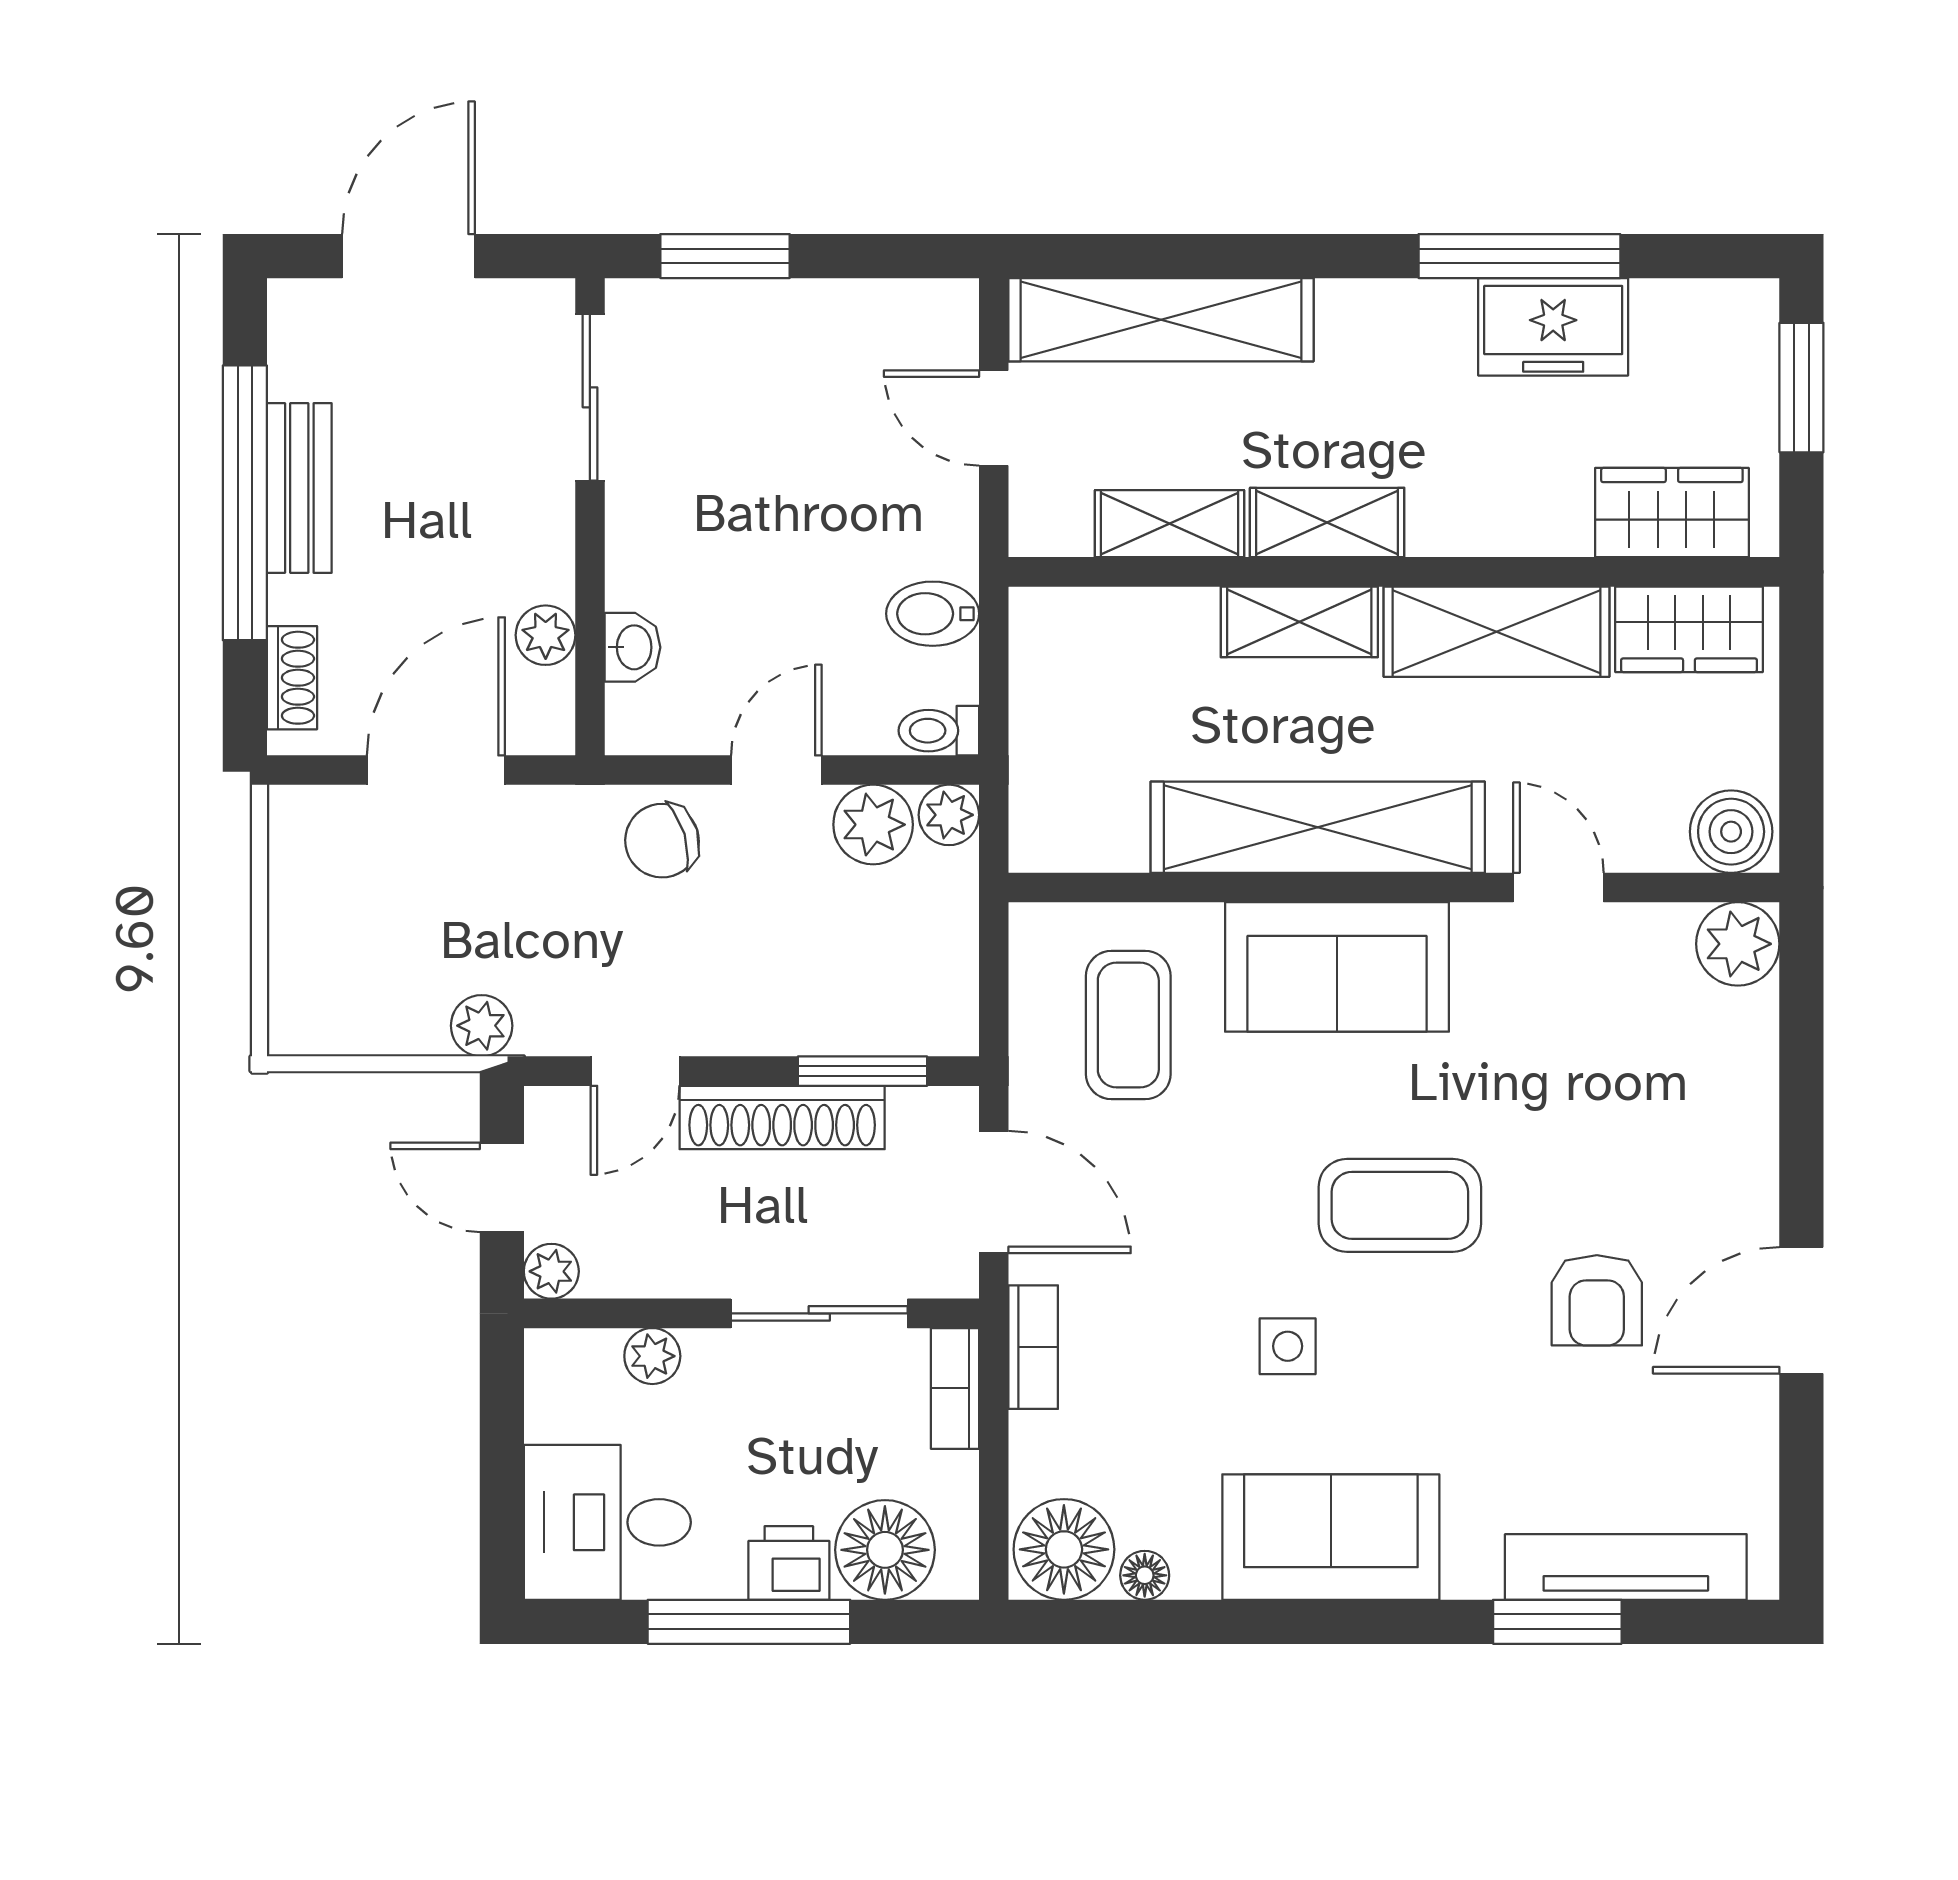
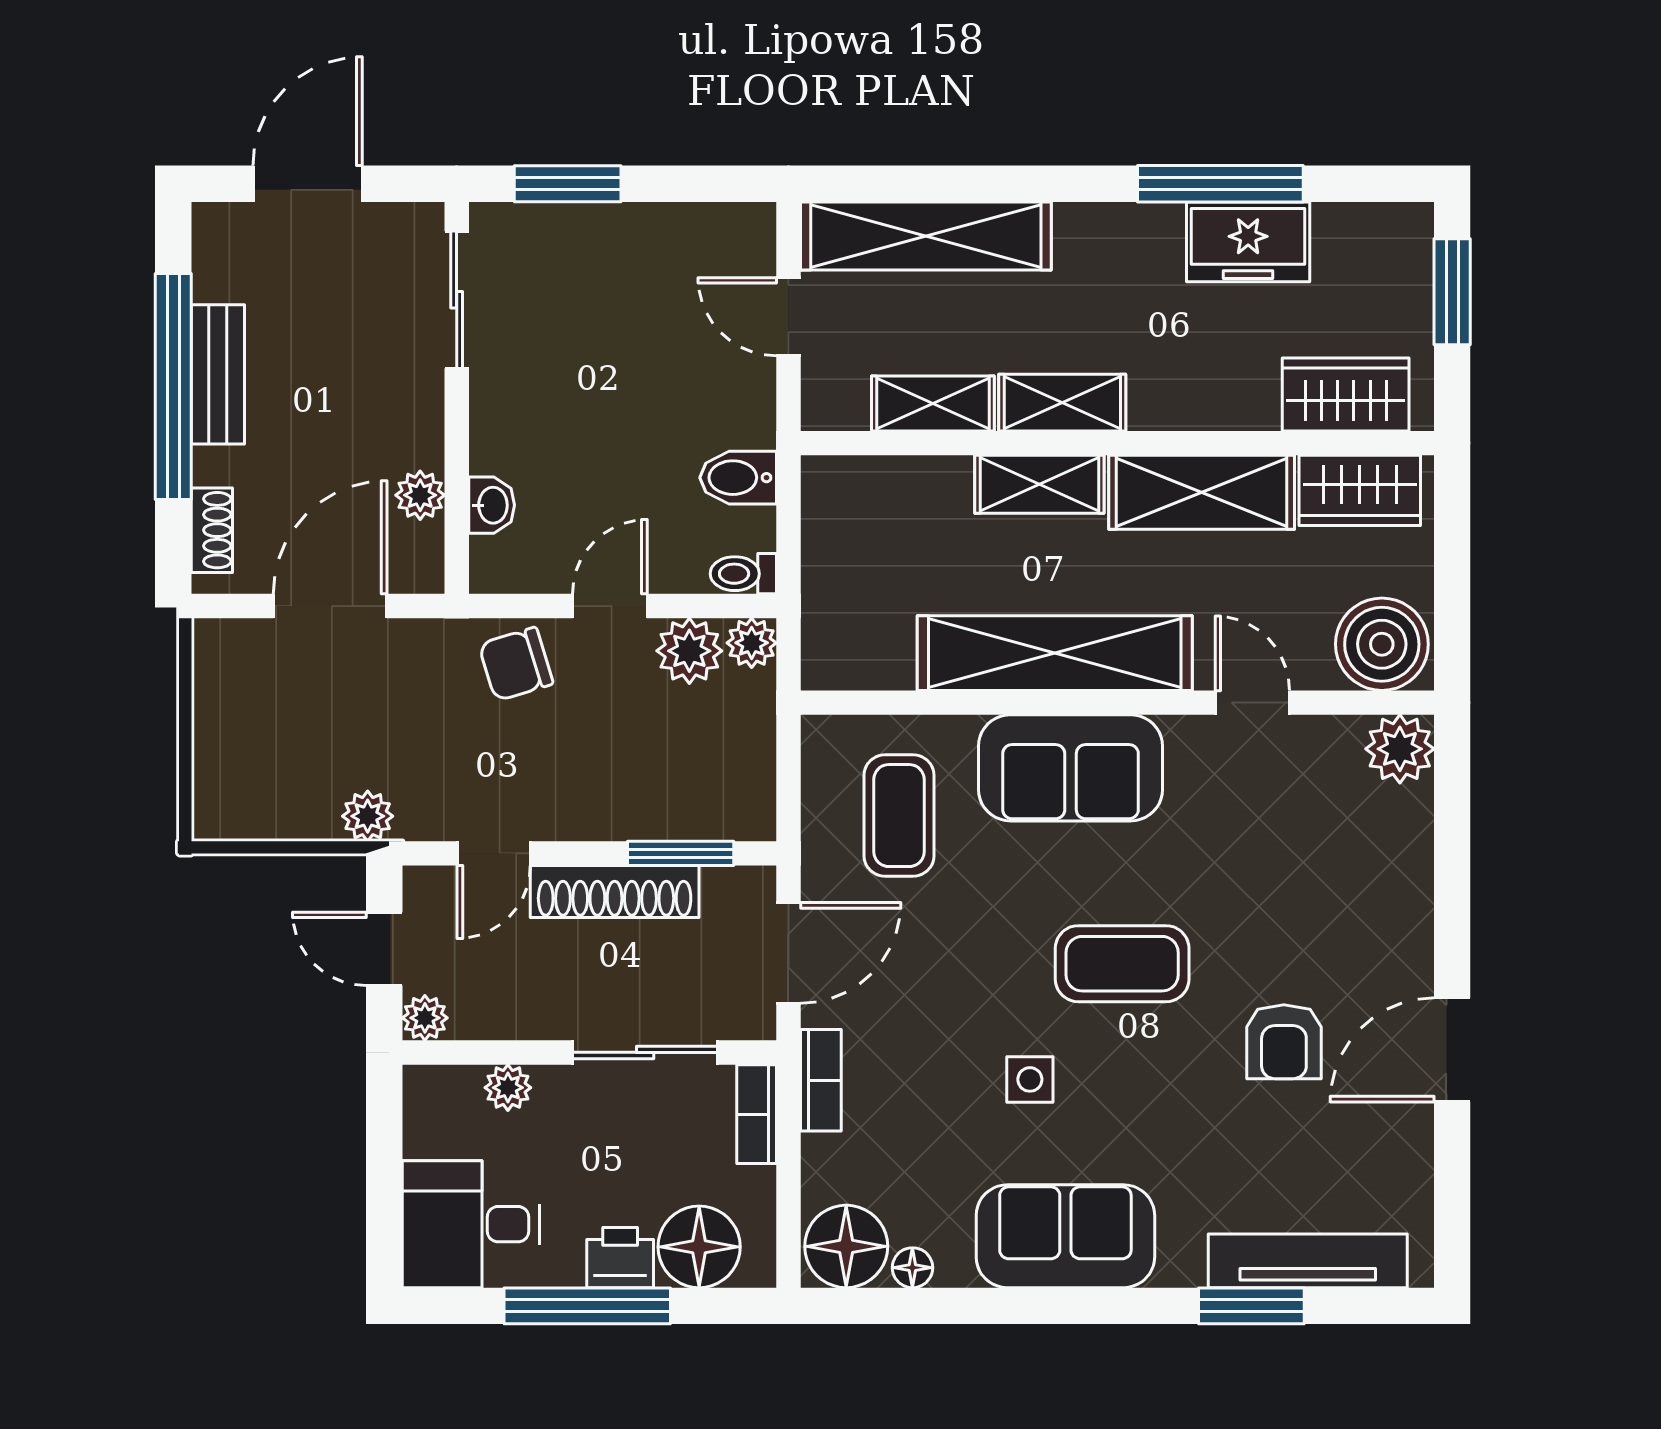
boiler: (1731, 832) -> (1382, 644), width x1.37, depth x1.37
door: (994, 1192) -> (788, 953), hinge flipped

